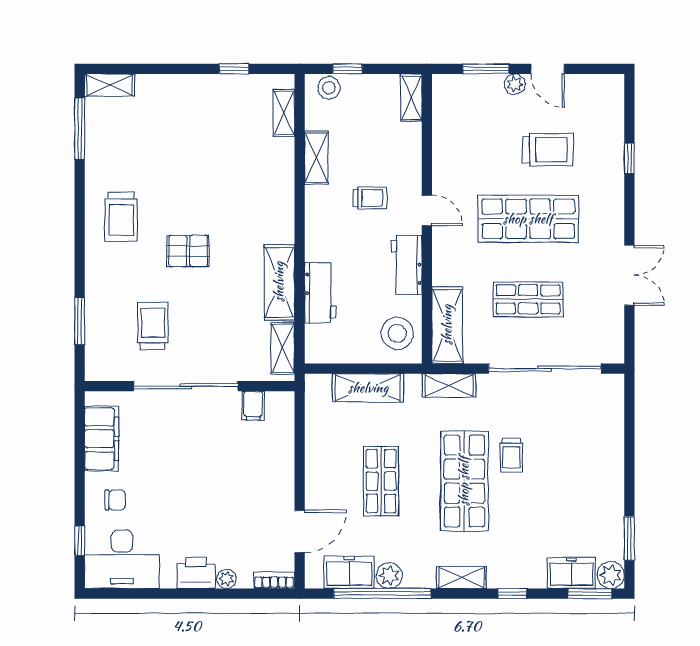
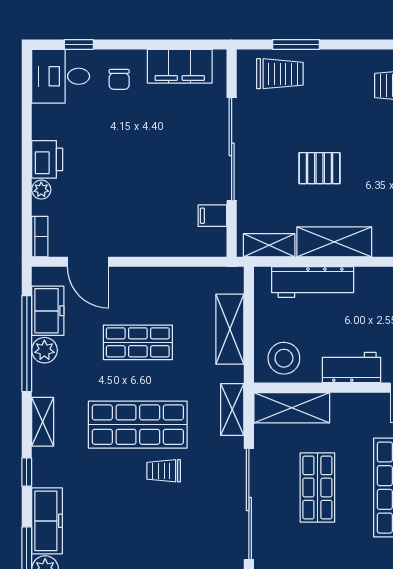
pallet: (188, 251) -> (320, 168), moved, turned 90
workbench: (320, 293) -> (313, 282), width x1.38
trolley: (153, 326) -> (280, 74), moved
desk: (122, 559) -> (61, 76), width x0.73
freezer: (571, 573) -> (47, 521), width x1.40

